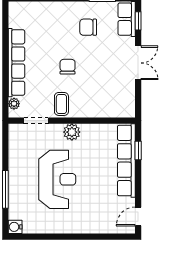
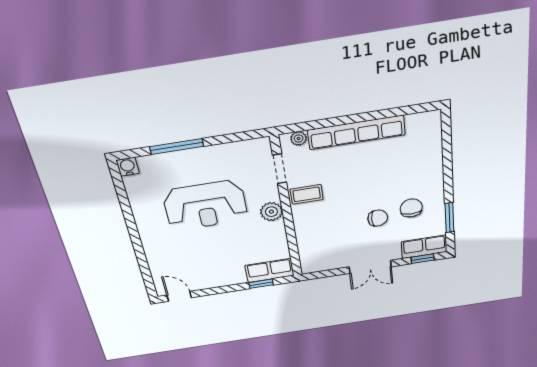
chair: (68, 67) -> (378, 218), moved
row of seats: (126, 161) -> (270, 270), width x0.50

